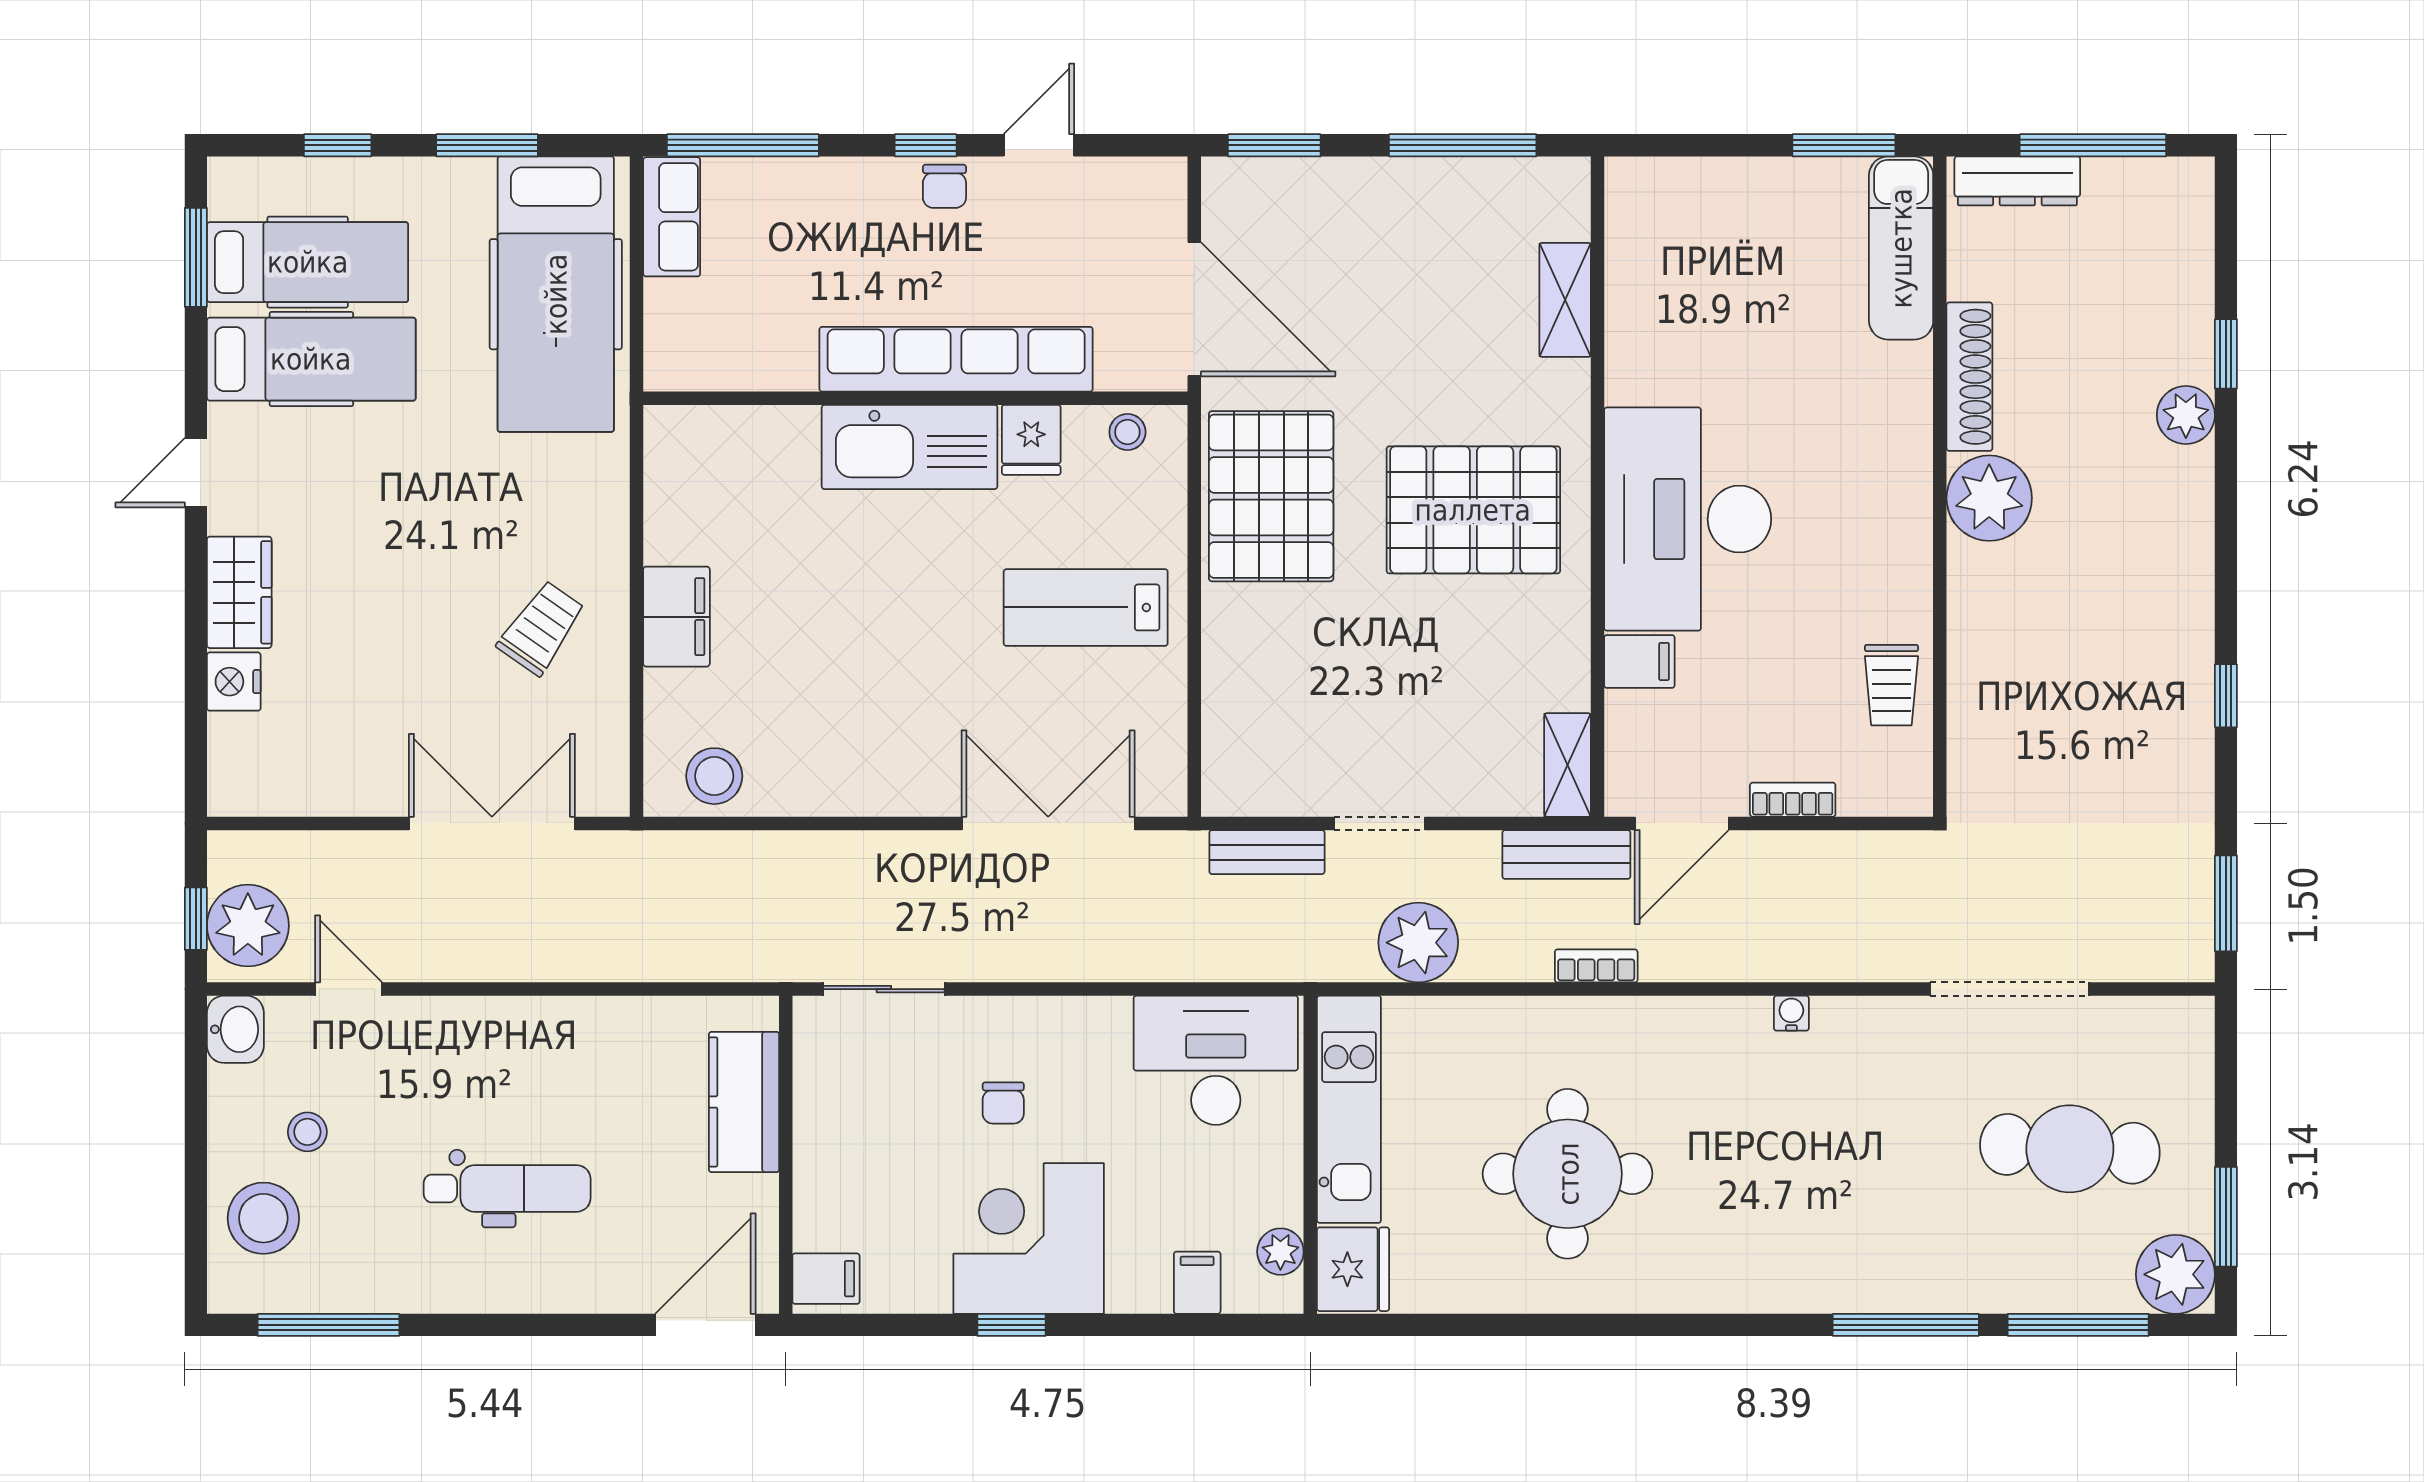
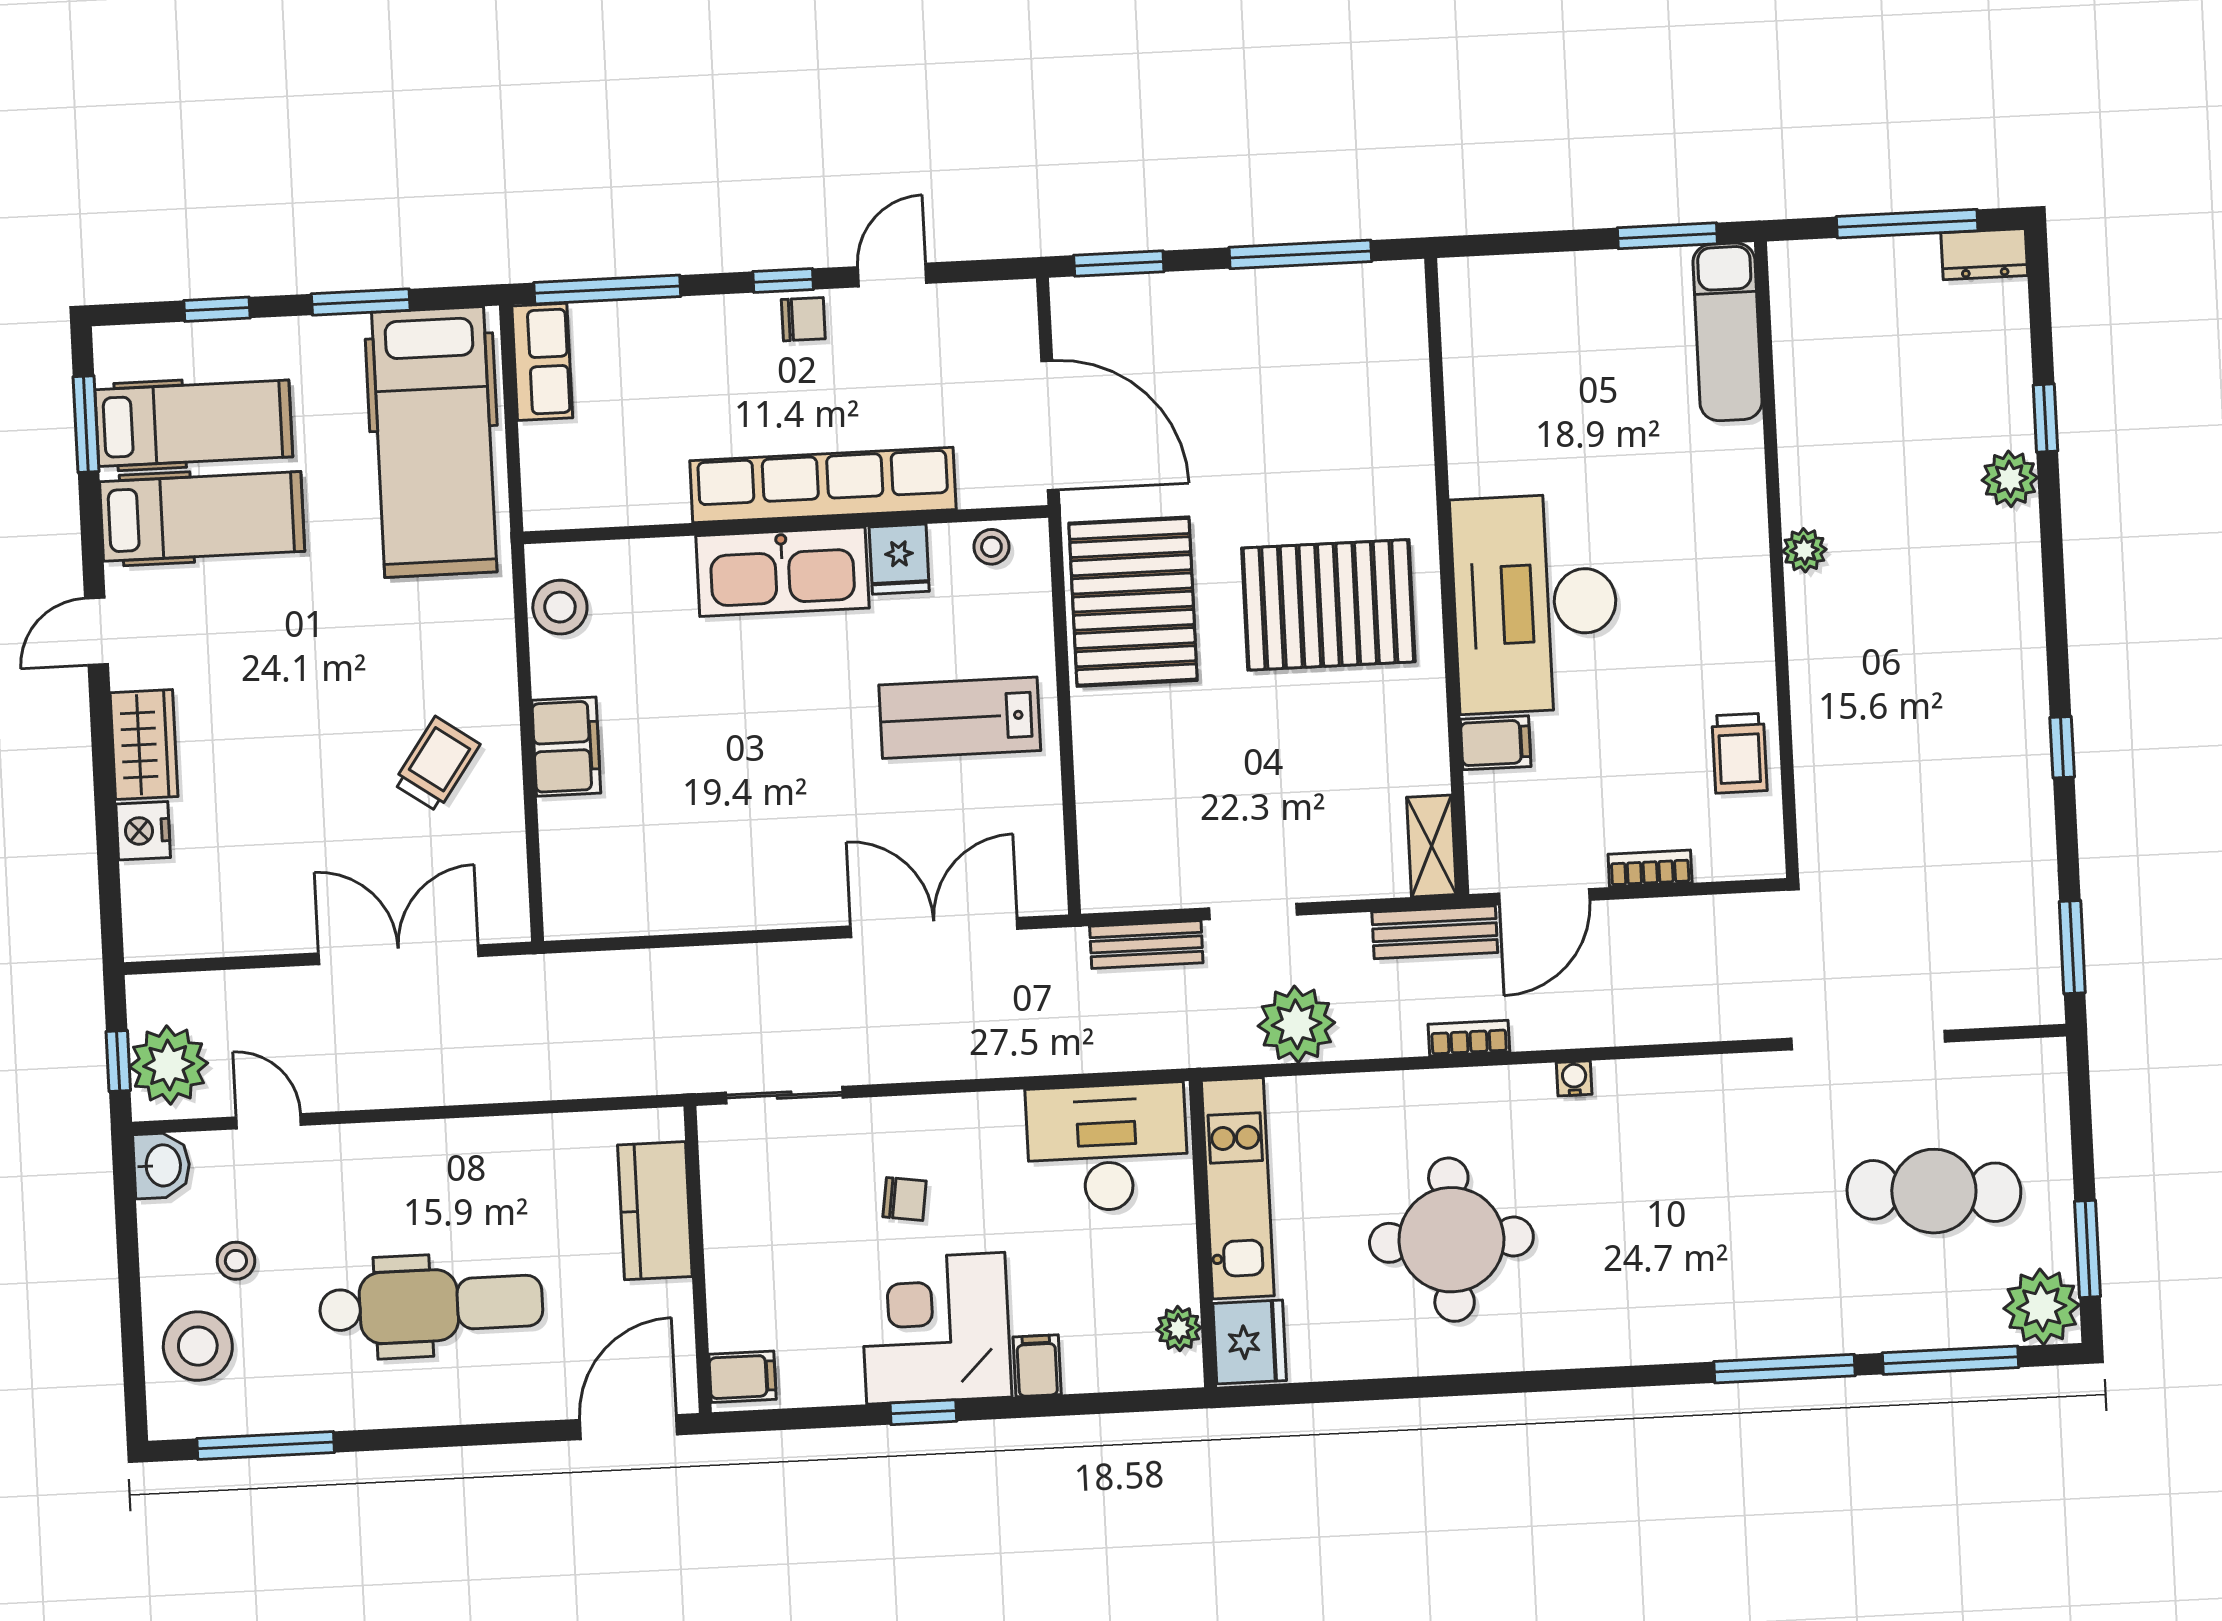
dresser: (2017, 181) -> (1984, 254), moved, width x0.70
chair: (944, 186) -> (803, 319), turned -90
shelving: (1565, 300) -> (1407, 398), removed
shoe rack: (1969, 377) -> (1800, 452), removed
plant: (1989, 498) -> (1804, 550), width x0.53, depth x0.53
stool: (714, 776) -> (560, 607), moved
water cooler: (1791, 1013) -> (1574, 1078), moved
chair: (1003, 1103) -> (905, 1199), turned -82
dental chair: (507, 1188) -> (431, 1306), width x1.36, depth x1.38
filing cabinet: (1197, 1283) -> (1037, 1366), moved

